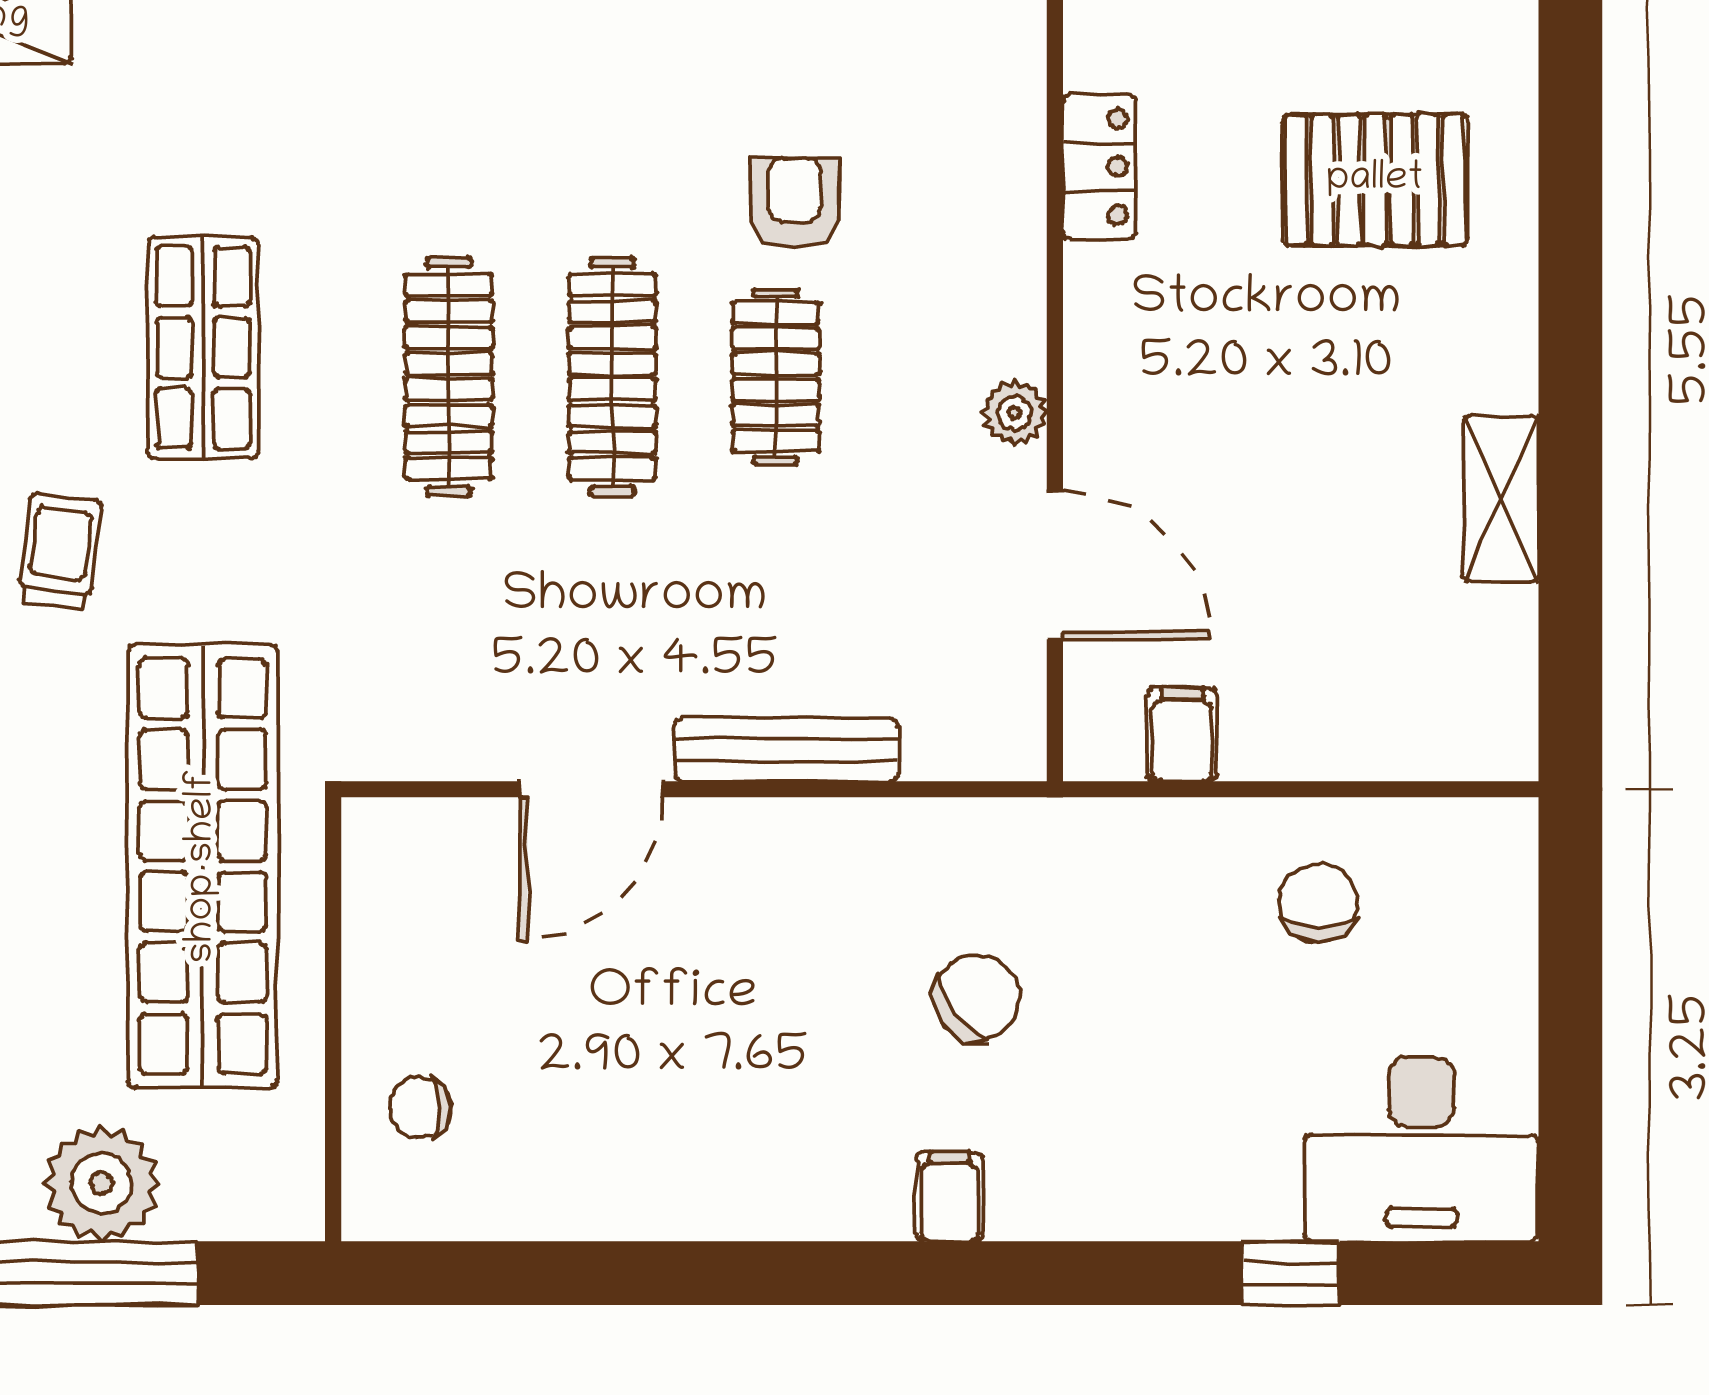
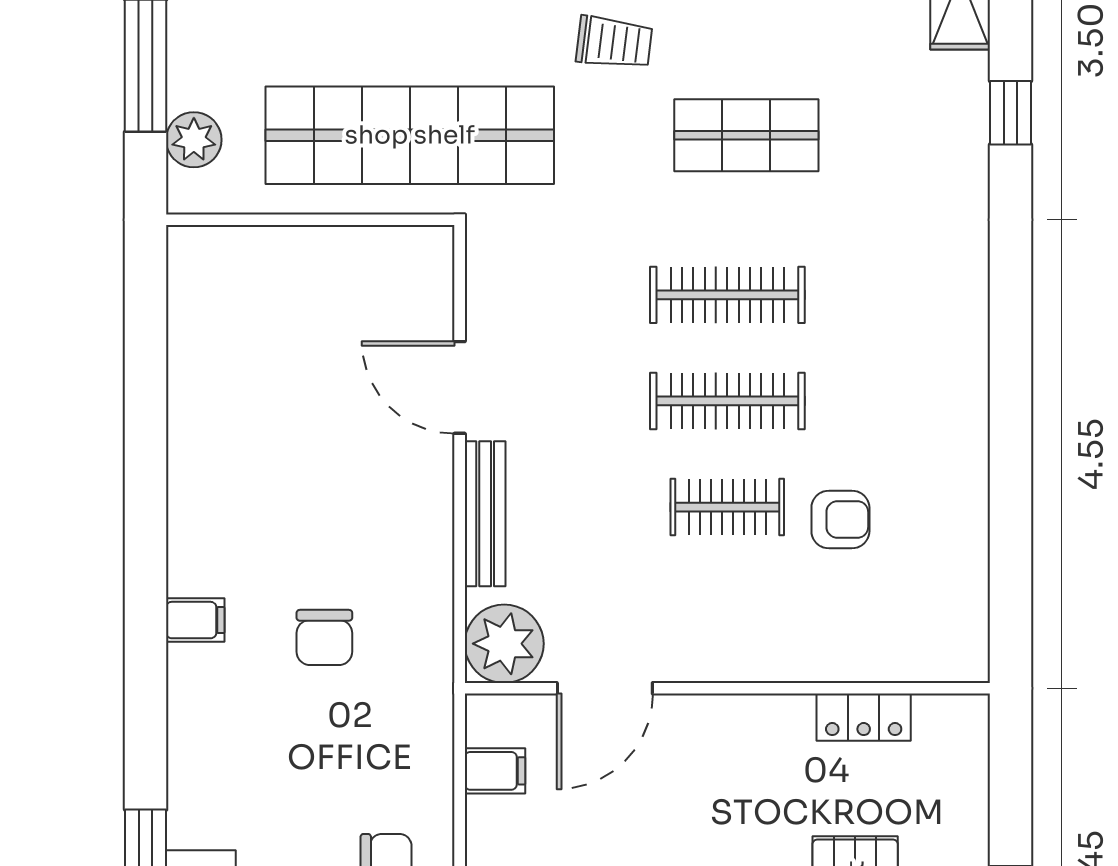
plant: (1015, 413) -> (504, 644), moved, width x1.88, depth x1.88
chair: (977, 998) -> (324, 637), turned 36
chair: (420, 1108) -> (253, 276), removed
plant: (101, 1183) -> (194, 140), moved, width x0.73, depth x0.73

